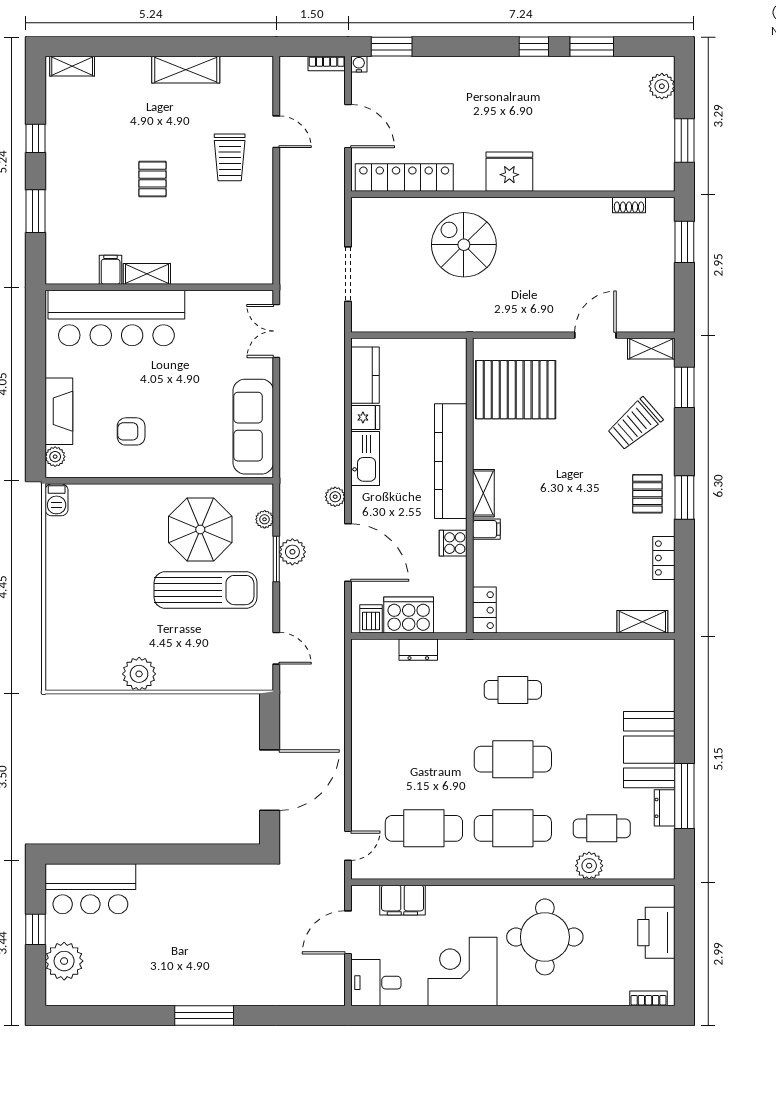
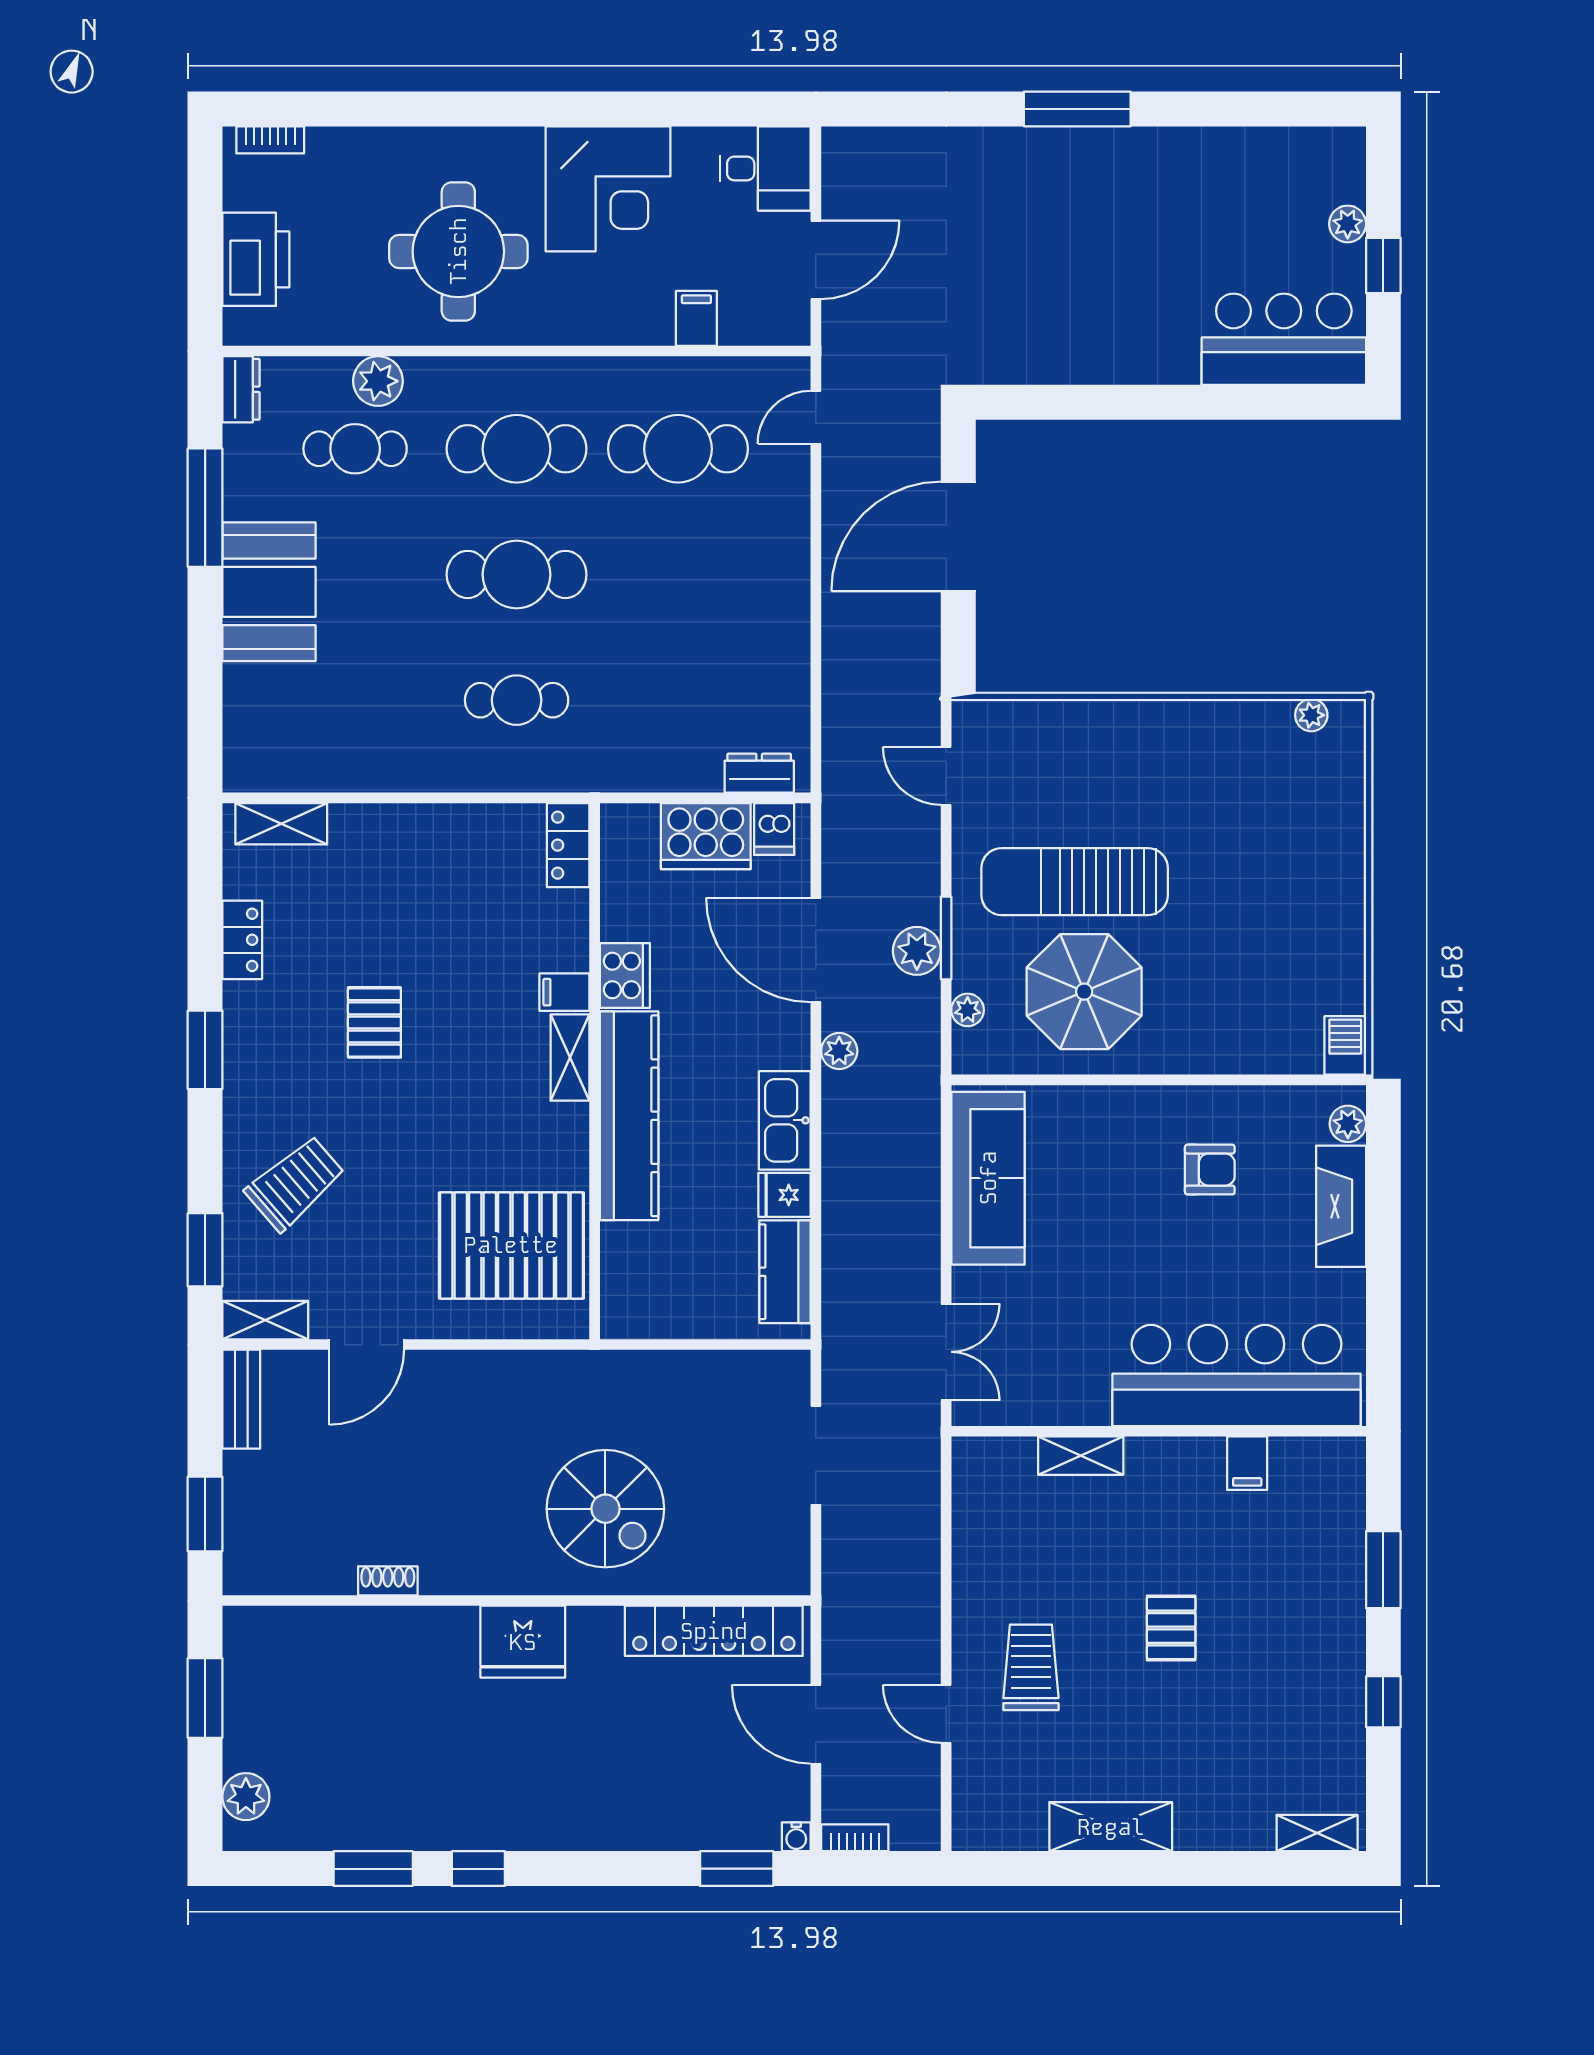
shoe rack: (629, 205) -> (388, 1581), moved
shelving: (147, 274) -> (1081, 1456), moved
bench: (664, 305) -> (241, 1399), added
pallet: (647, 494) -> (374, 1022), moved
cooker: (453, 543) -> (625, 975), width x1.36
dresser: (418, 650) -> (759, 773), moved
plant: (139, 674) -> (1311, 715), moved, width x0.53, depth x0.53
dresser: (665, 808) -> (241, 389), moved
filing cabinet: (402, 900) -> (696, 318), width x0.50
plant: (64, 961) -> (1348, 224), width x0.53, depth x0.53

